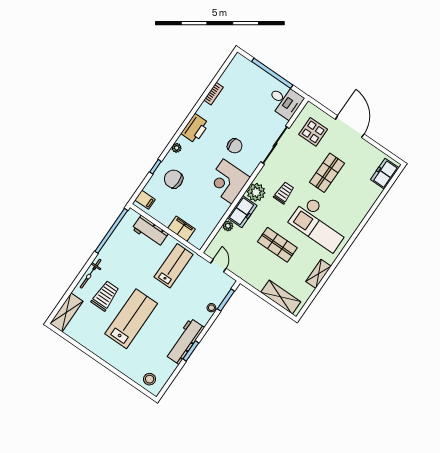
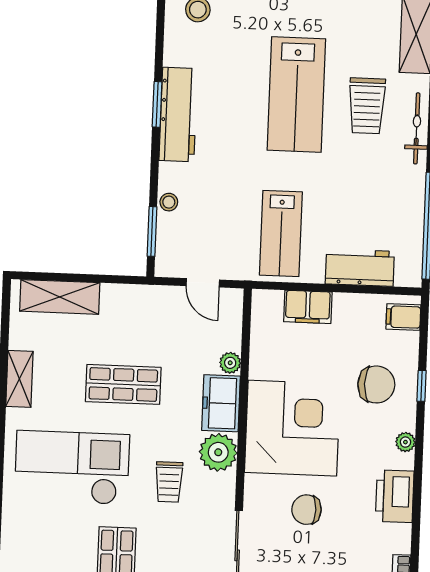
corner desk: (228, 181) -> (292, 428), width x1.36, depth x1.36

